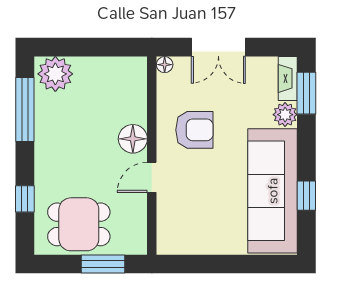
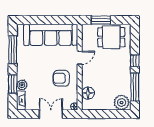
window: (306, 93) -> (13, 84), moved
floor lamp: (133, 139) -> (88, 93), moved
sofa: (273, 191) -> (51, 35), moved, turned 90
window: (306, 196) -> (13, 50), width x2.17
window: (25, 199) -> (135, 61), moved

